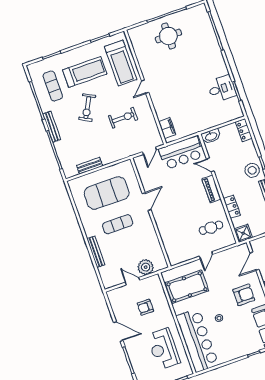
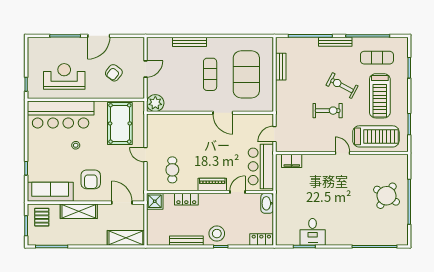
round table: (168, 36) -> (387, 196), turned 33
treadmill: (121, 63) -> (376, 136), turned 180
exercise bike: (123, 118) -> (328, 111), moved, turned -90
door: (149, 151) -> (274, 134), hinge flipped
plant: (146, 267) -> (155, 103), moved
armchair: (145, 307) -> (114, 73), turned -142

